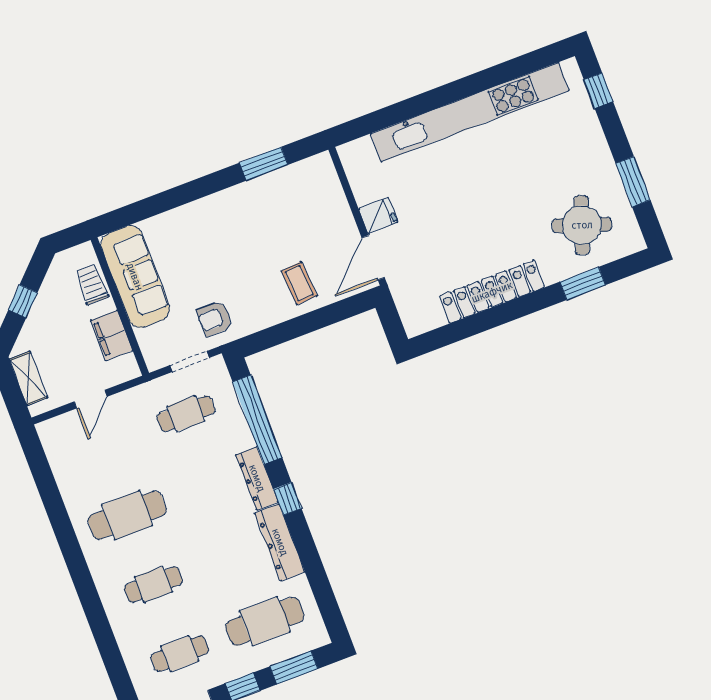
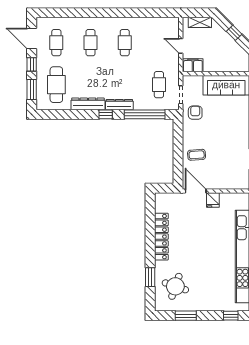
trolley: (92, 284) -> (230, 65), removed
filing cabinet: (111, 335) -> (193, 65), moved
cafe table: (127, 515) -> (125, 43), width x0.73, depth x0.74

